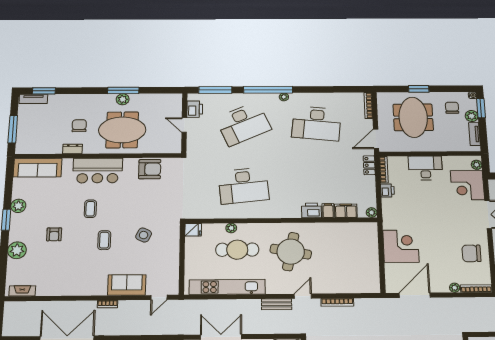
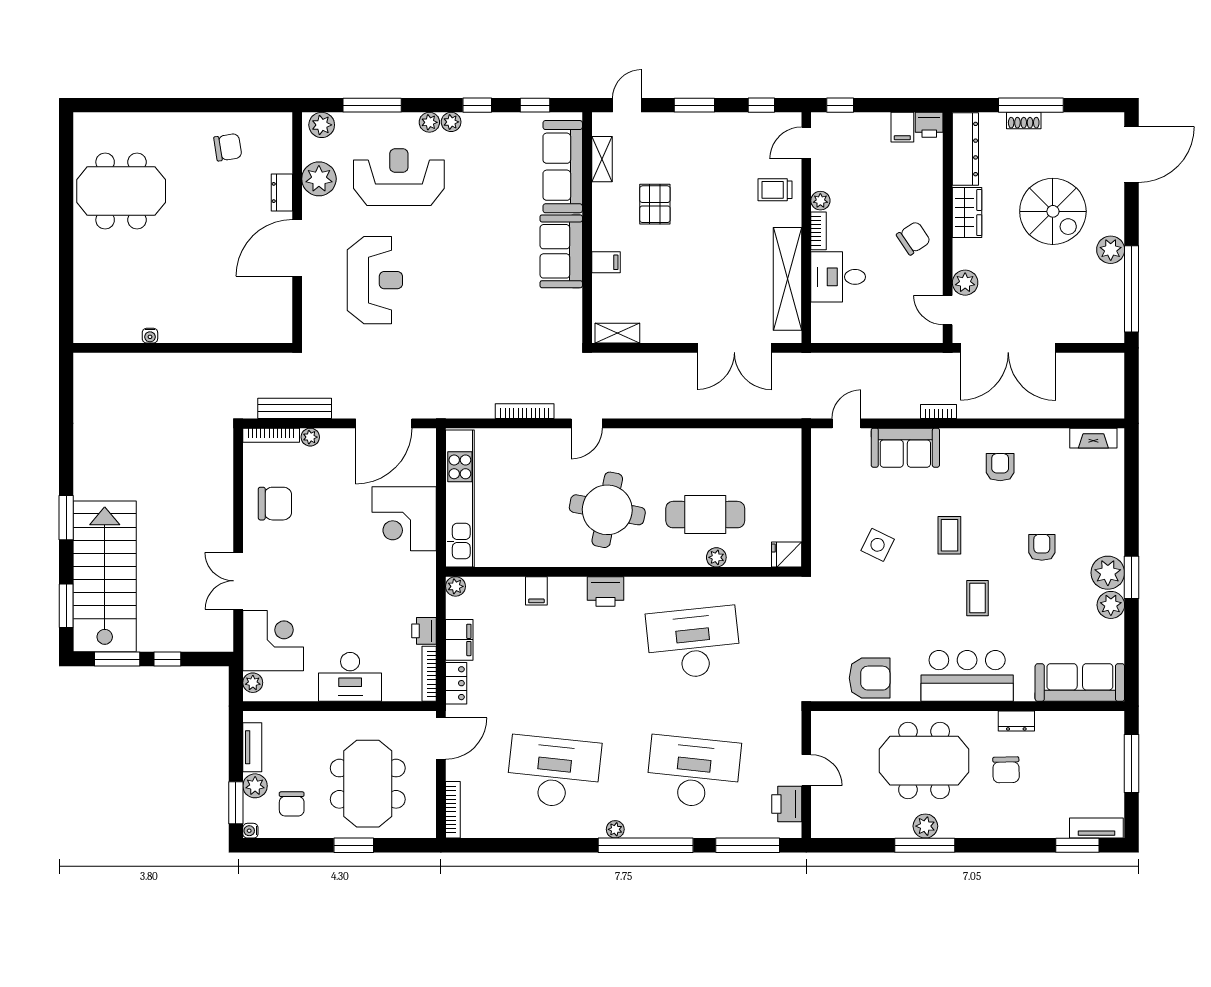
desk: (243, 124) -> (693, 772), turned 30
armchair: (150, 169) -> (870, 678), turned 180
printer: (312, 210) -> (606, 592), moved
filing cabinet: (346, 211) -> (459, 640), moved, turned -90
plant: (17, 250) -> (1108, 573), moved
armchair: (75, 275) -> (1000, 467), added
kitchen unit: (227, 287) -> (460, 498), moved, turned -90
bench: (277, 304) -> (295, 408), moved, width x1.36

